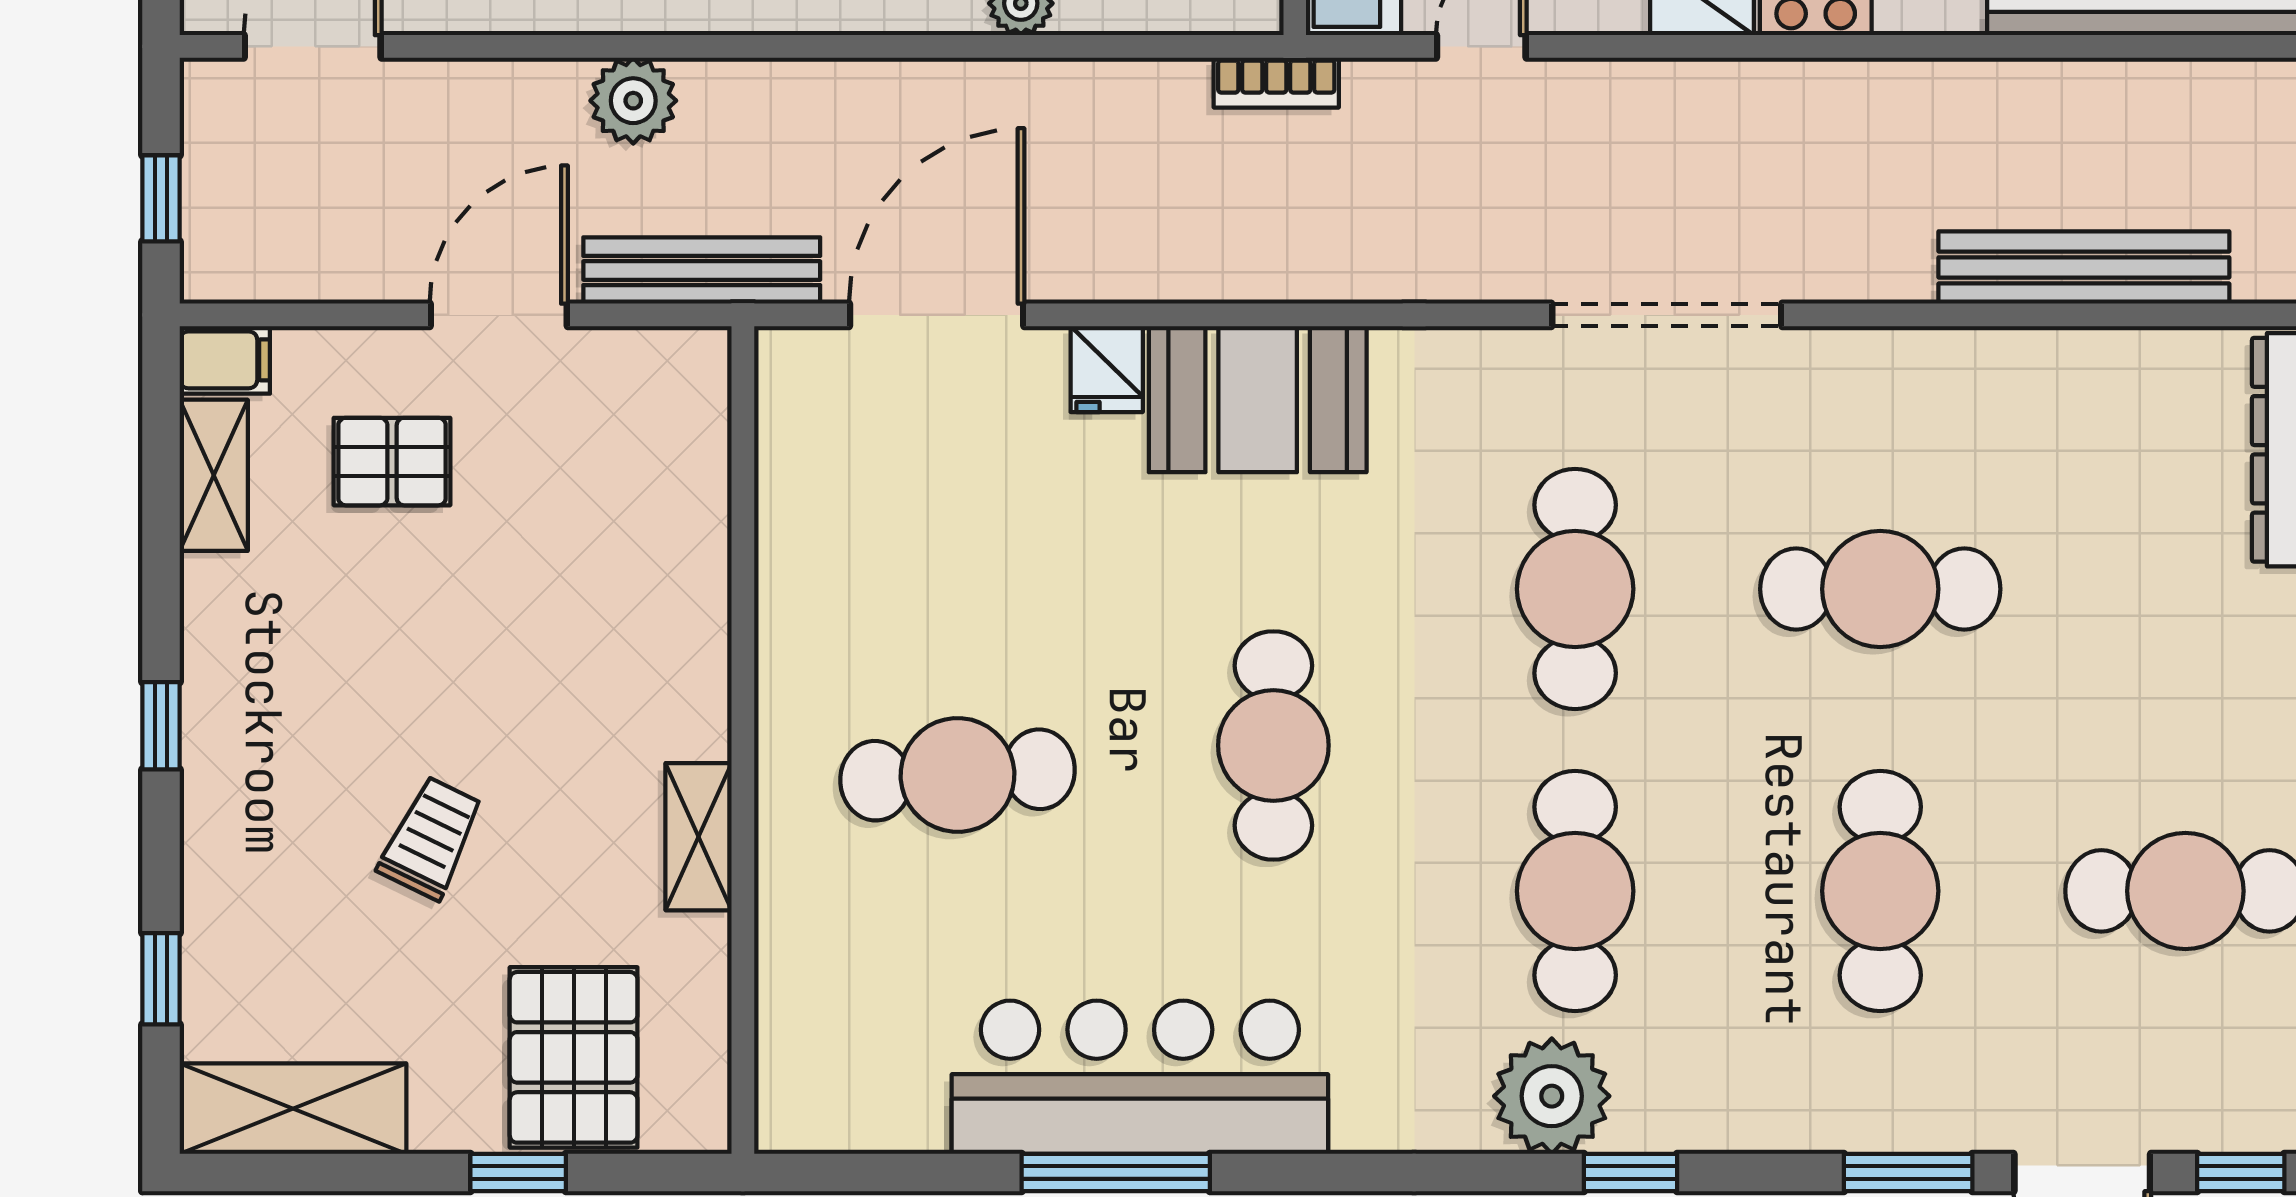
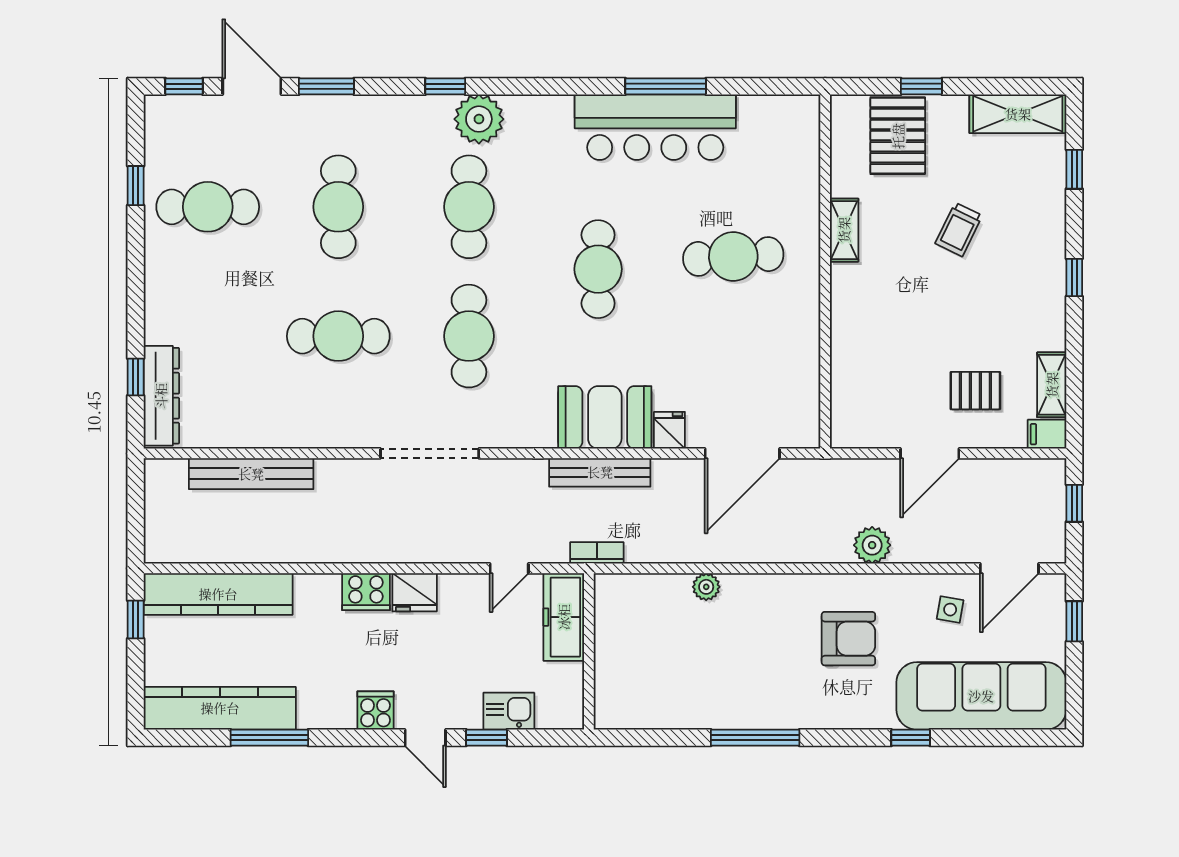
bench: (702, 271) -> (600, 472), moved

